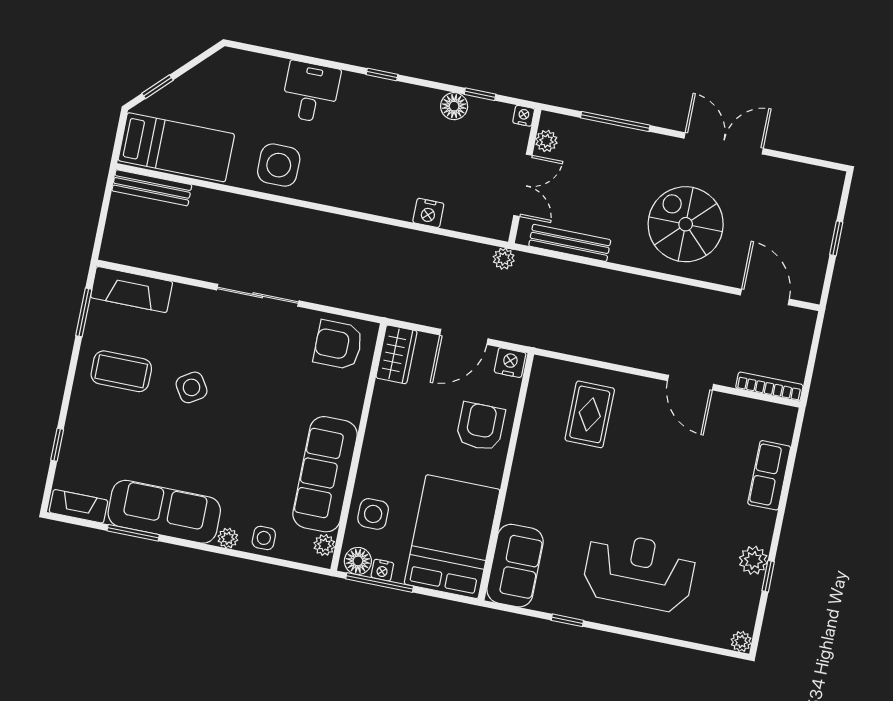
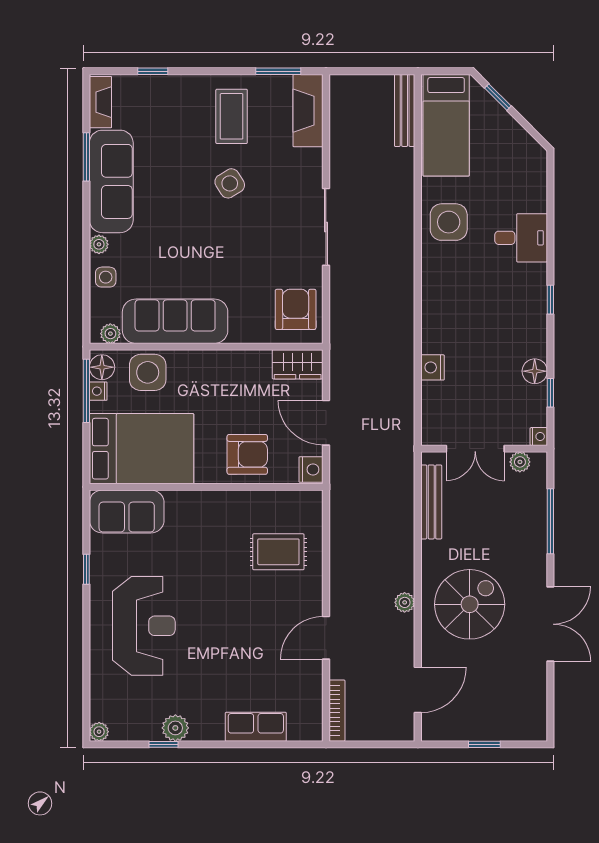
plant: (504, 259) -> (405, 602), moved
side table: (373, 514) -> (148, 372), width x1.37, depth x1.37

